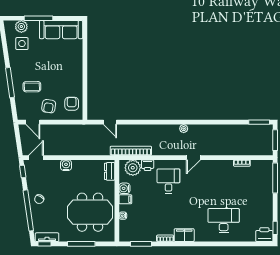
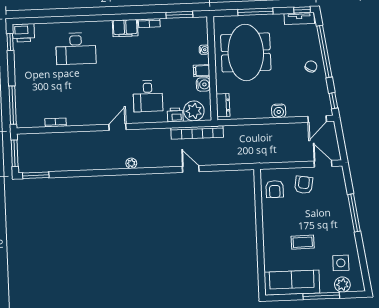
coffee table: (32, 87) -> (303, 242), moved
door: (110, 122) -> (191, 169), moved
meeting table: (90, 212) -> (246, 52), turned 90

